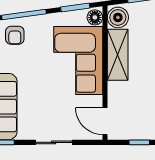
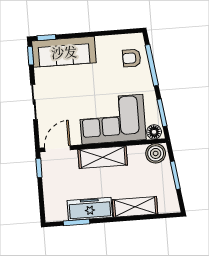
shelving: (118, 55) -> (103, 157), moved
window: (139, 142) -> (39, 168), moved

